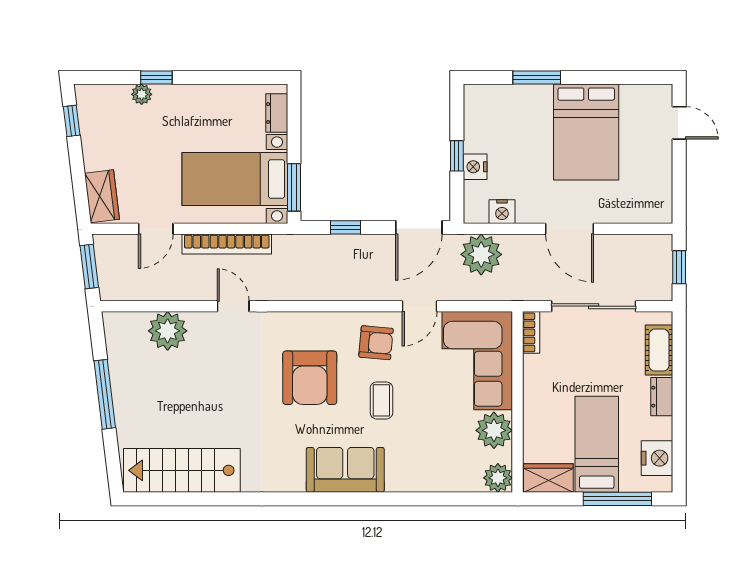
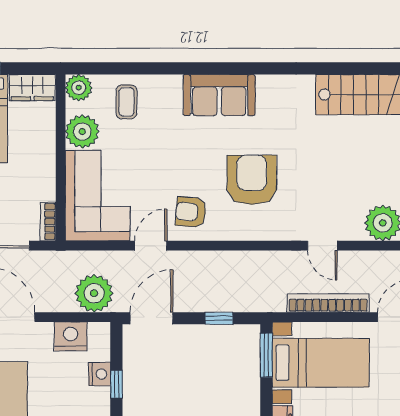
nightstand: (502, 212) -> (71, 336), width x1.36, depth x1.33
coffee table: (381, 400) -> (127, 102), moved

